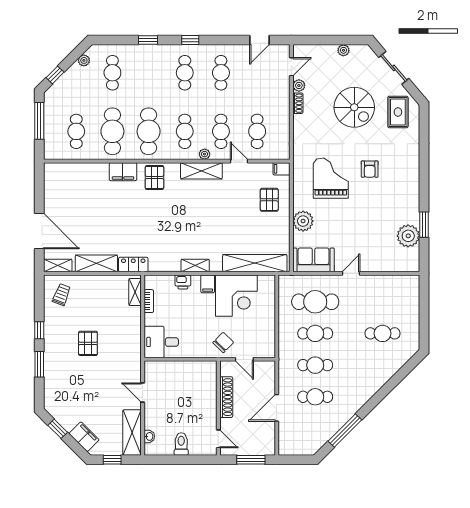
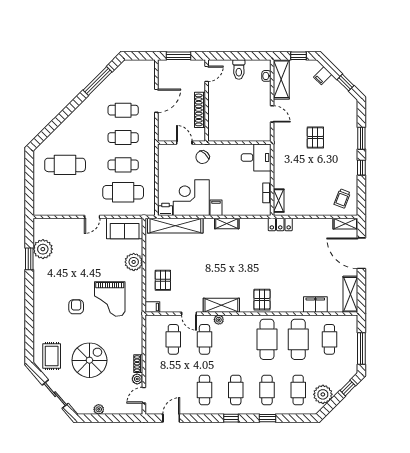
plant: (84, 60) -> (323, 394), width x1.88, depth x1.88
spiral stairs: (354, 107) -> (89, 360), turned 90
cafe table: (185, 131) -> (267, 390), moved
filing cabinet: (123, 172) -> (315, 305), moved
shelving: (96, 263) -> (350, 294), moved, turned 90
printer: (183, 282) -> (166, 209), moved
cafe table: (383, 333) -> (65, 165), width x1.37, depth x1.35
pallet: (88, 343) -> (315, 138), moved
filing cabinet: (84, 437) -> (323, 76), width x0.50
door: (218, 439) -> (207, 74), swing flipped

